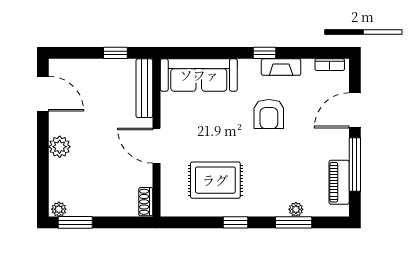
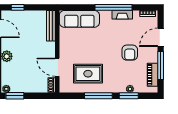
window: (115, 53) -> (18, 7), moved
window: (264, 53) -> (114, 7), width x3.17
armchair: (269, 114) -> (130, 53), moved
door: (156, 146) -> (57, 67), moved
window: (235, 222) -> (98, 96), width x2.17

